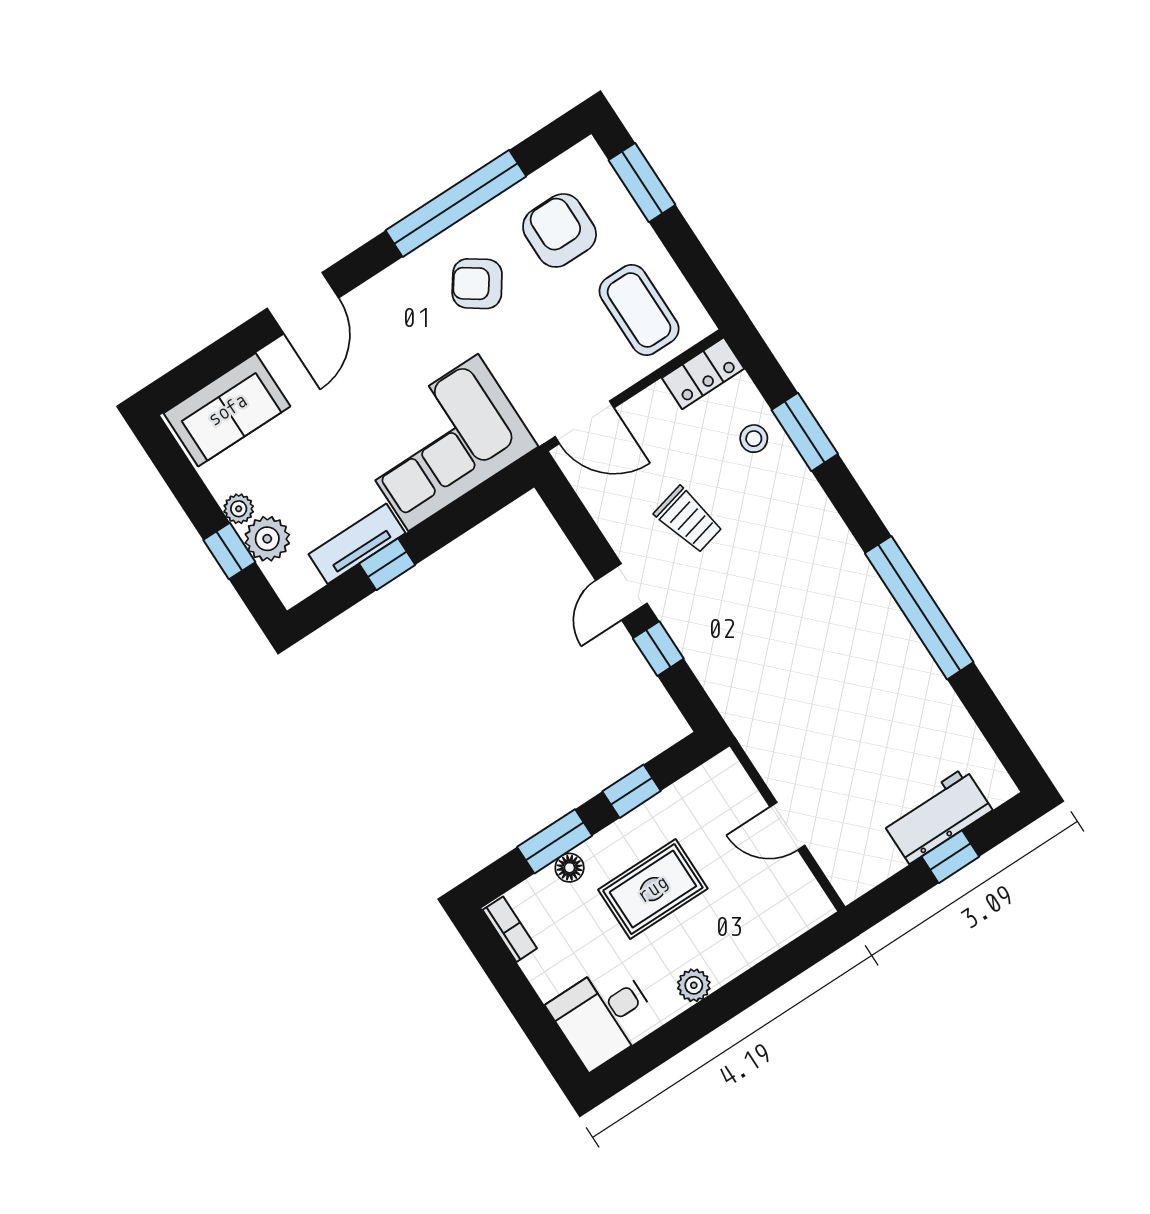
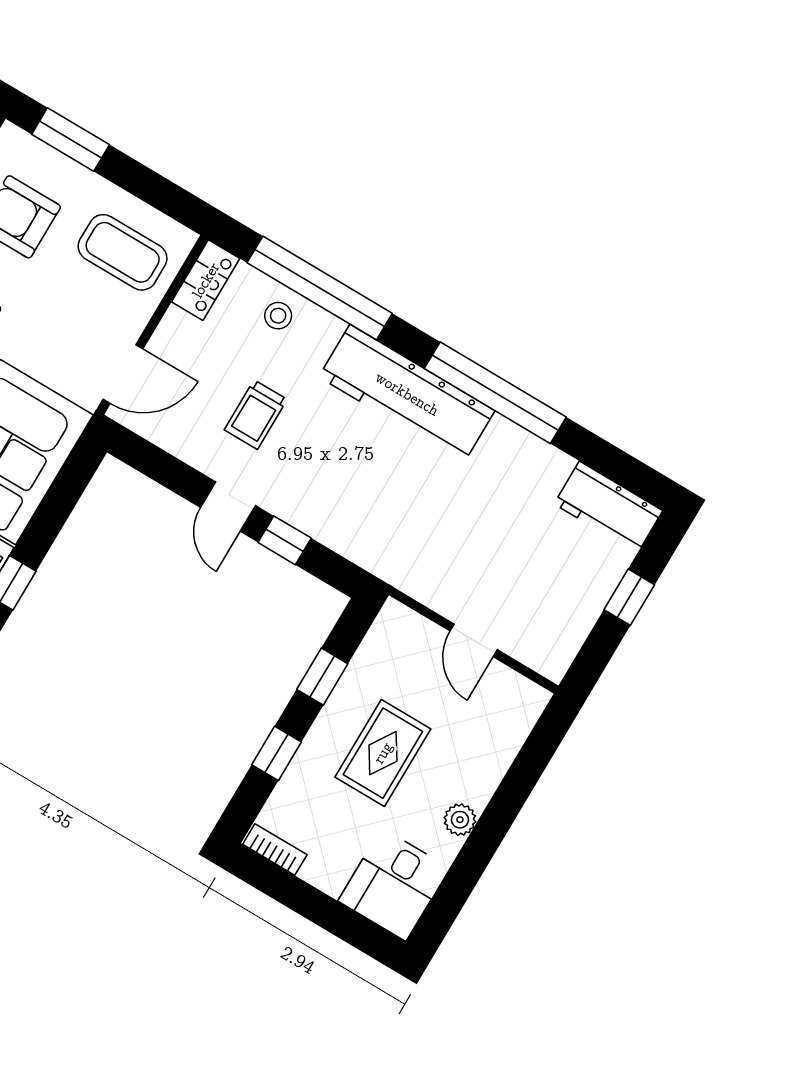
window: (805, 432) -> (320, 288), width x2.11
trolley: (689, 520) -> (256, 415), turned 104
workbench: (837, 569) -> (407, 394), added
workbench: (937, 816) -> (608, 507), moved, turned -90
door: (787, 826) -> (474, 640), hinge flipped
window: (555, 841) -> (276, 753), width x0.67
floor lamp: (570, 868) -> (301, 770), removed

